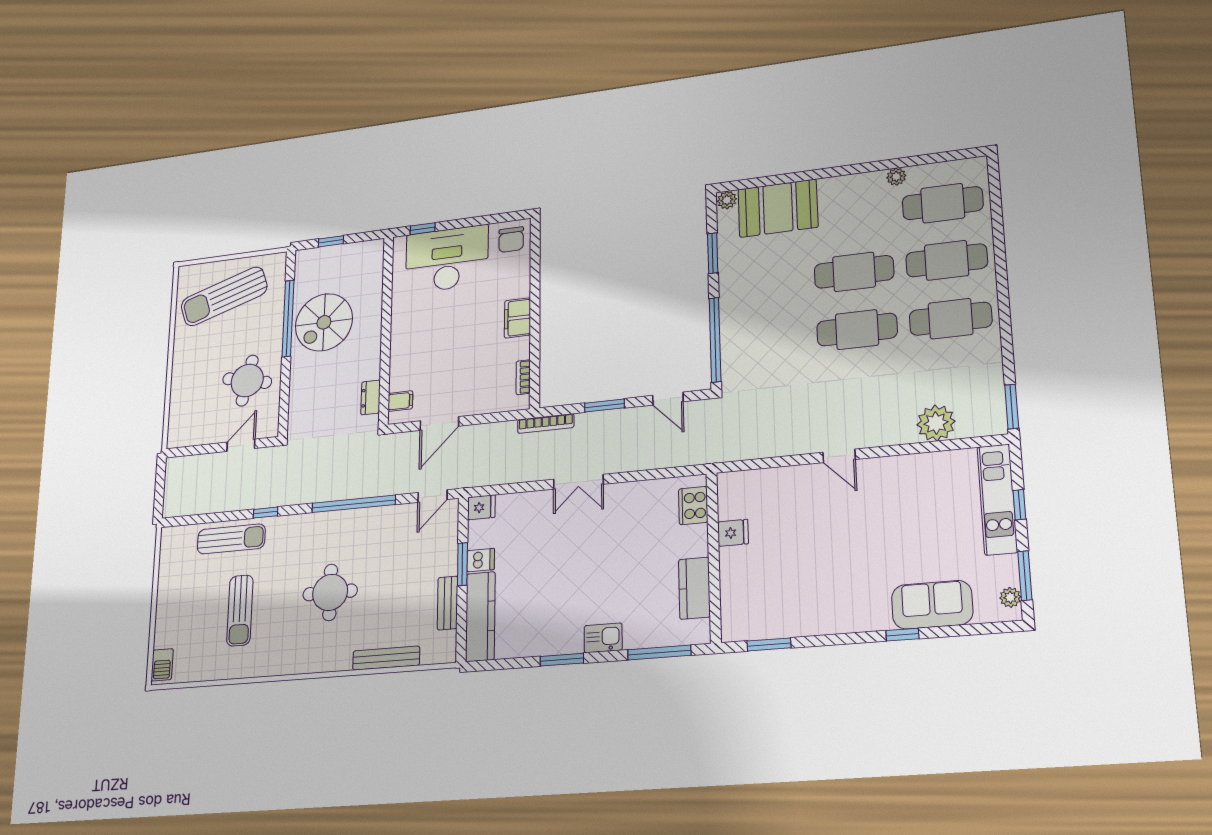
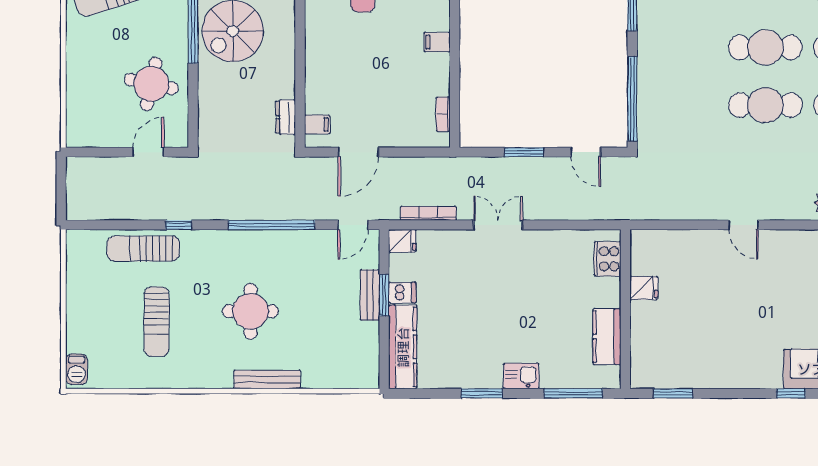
filing cabinet: (517, 318) -> (437, 42), width x0.50
bookcase: (546, 423) -> (428, 213), moved, turned 180
double door: (578, 482) -> (498, 225), swing flipped
sun lounger: (231, 539) -> (143, 249), turned 180
bench: (447, 603) -> (370, 295), moved
bench: (386, 658) -> (267, 379), moved

